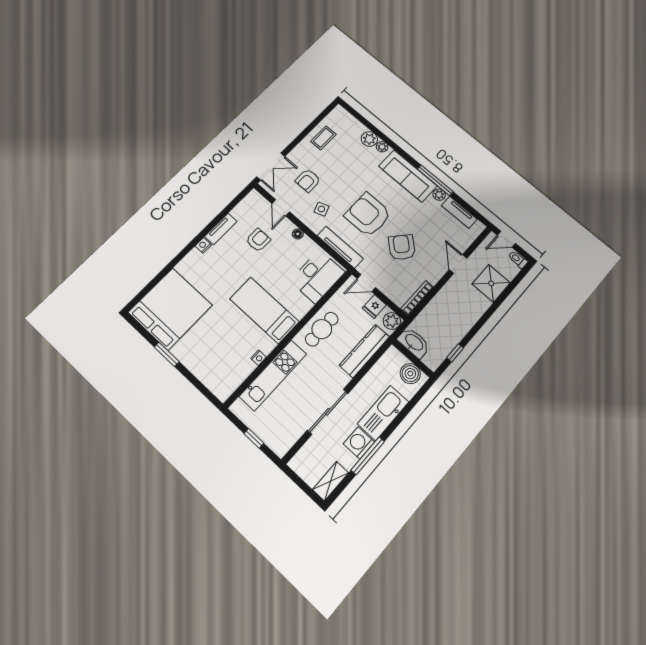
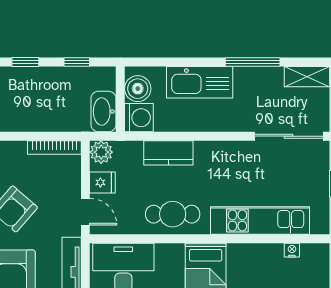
window: (479, 324) -> (25, 62), added
kitchen counter: (364, 351) -> (168, 153), width x0.67
nightstand: (258, 358) -> (292, 250), moved
sliding door: (328, 412) -> (289, 136), moved
washing machine: (359, 443) -> (139, 118), moved, turned -90

